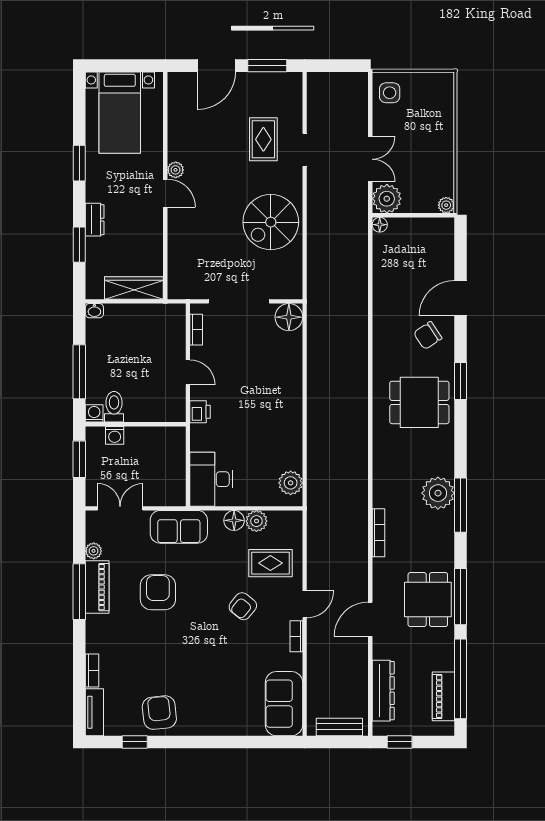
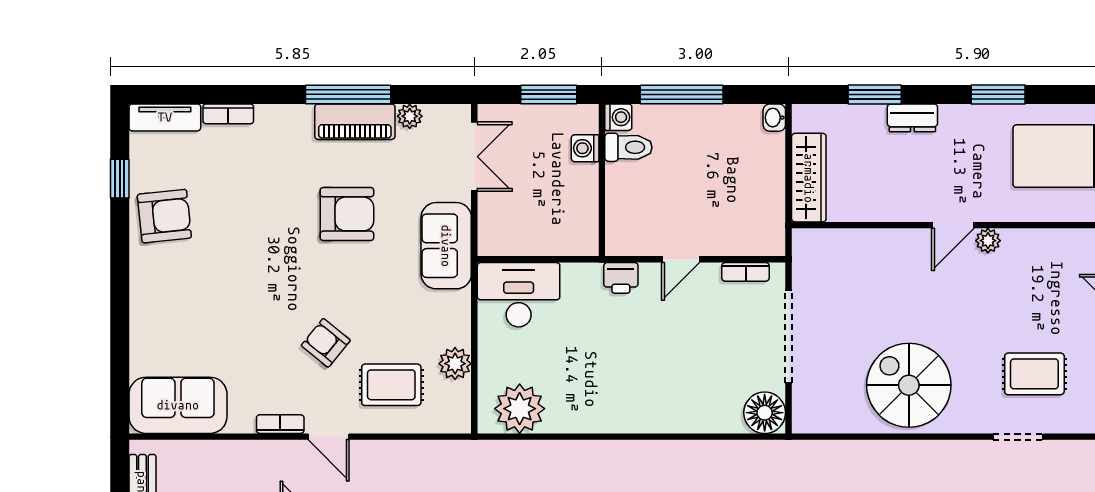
plant: (291, 483) -> (520, 409), width x1.36, depth x1.36
floor lamp: (234, 520) -> (456, 329), removed
rug: (270, 563) -> (391, 385), turned 90

